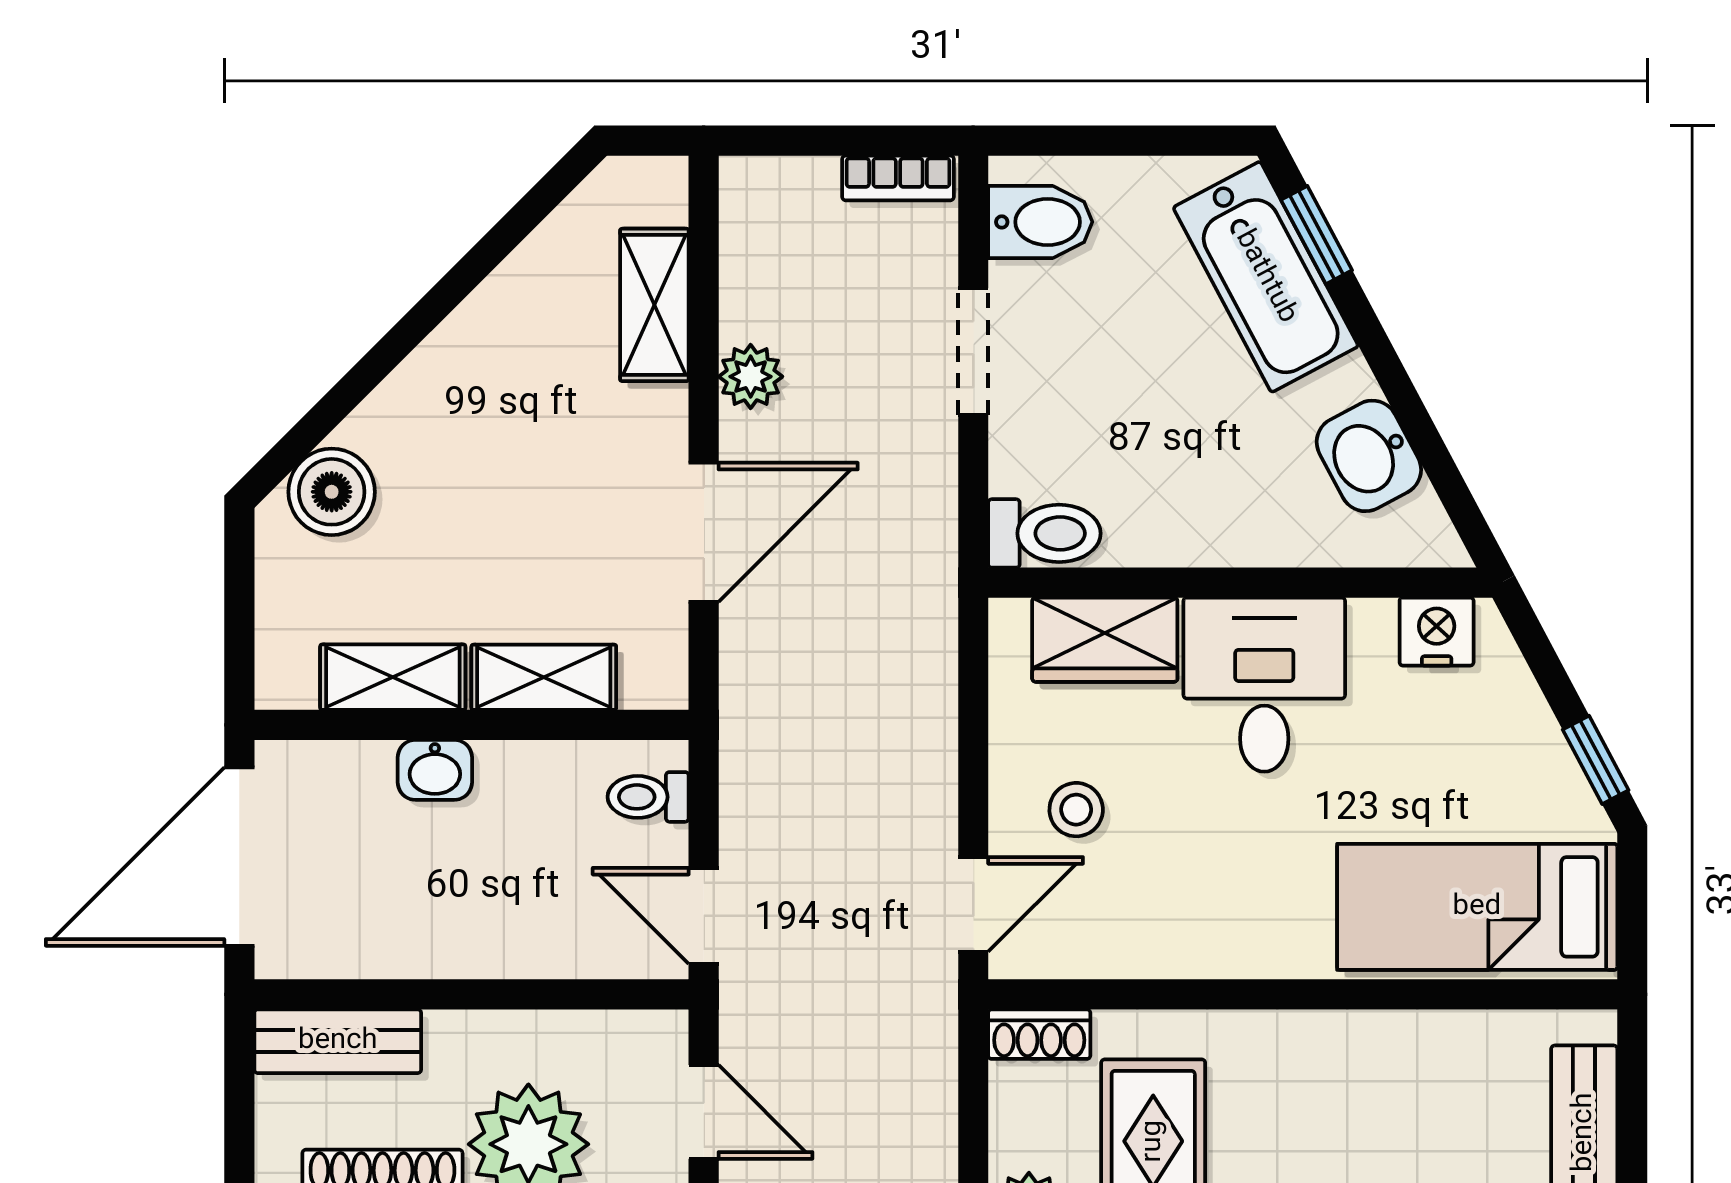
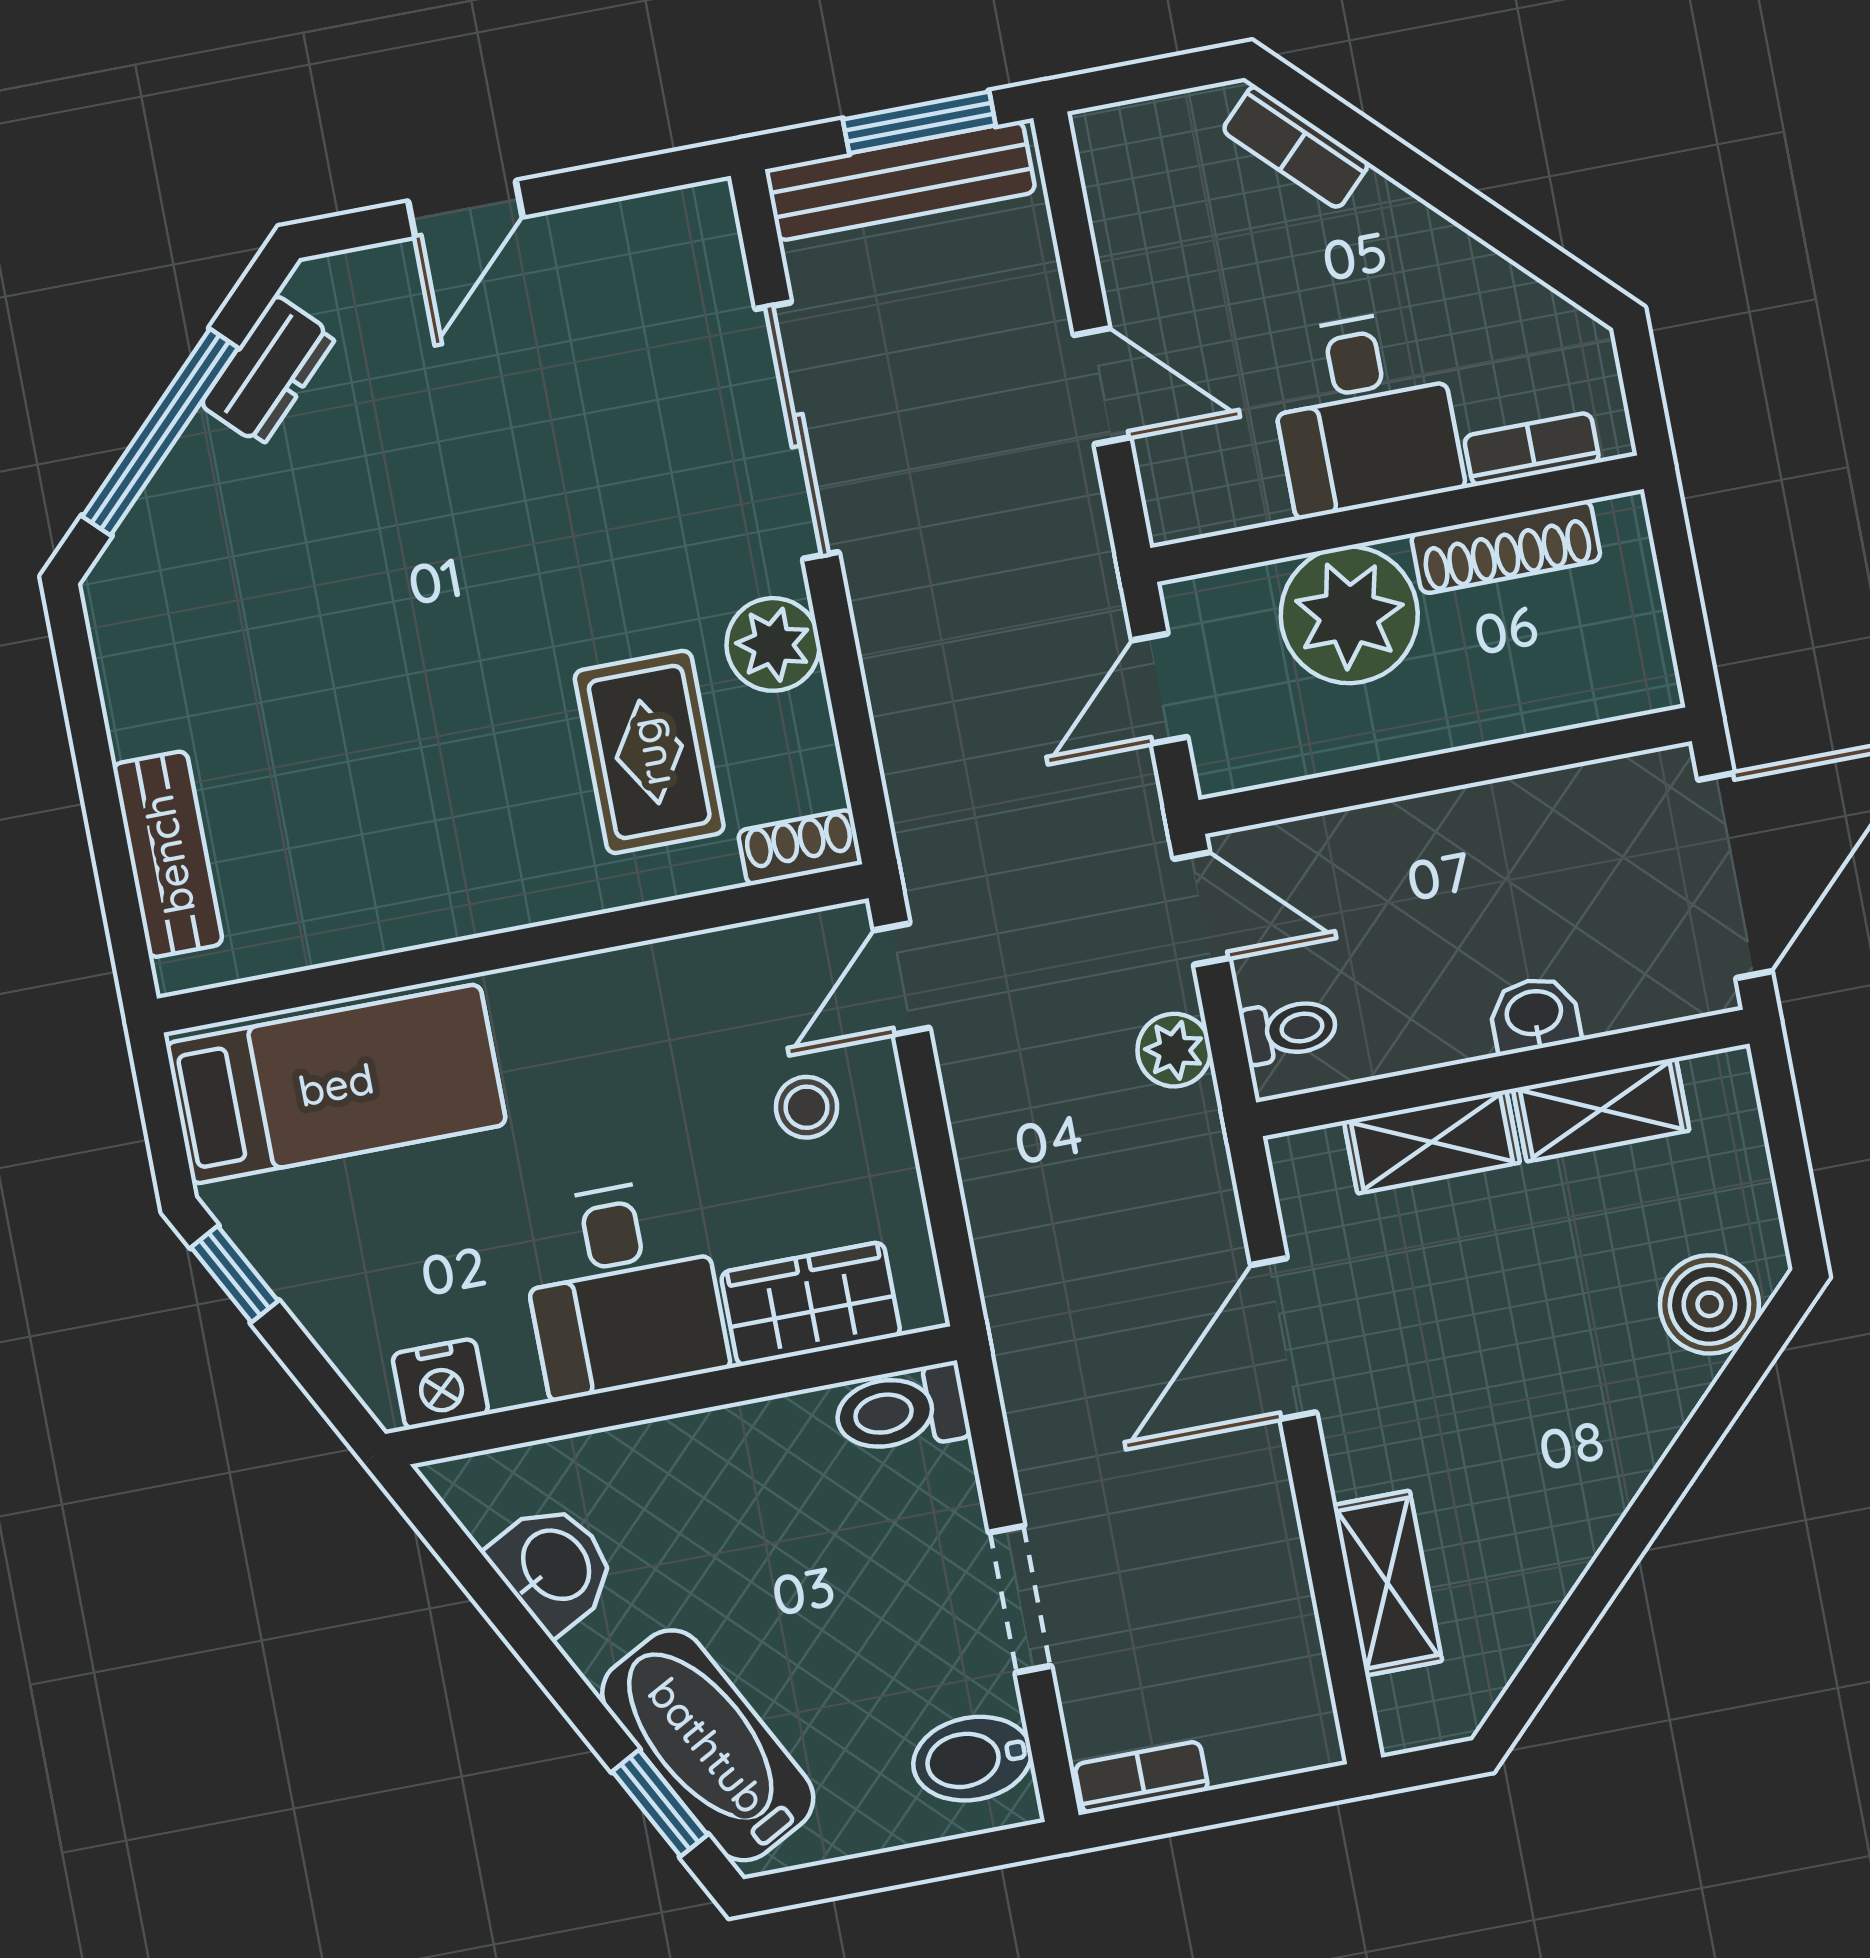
plant: (751, 377) -> (1174, 1050), moved
bench: (338, 1041) -> (1585, 689), removed
door: (704, 1112) -> (1160, 689), hinge flipped

